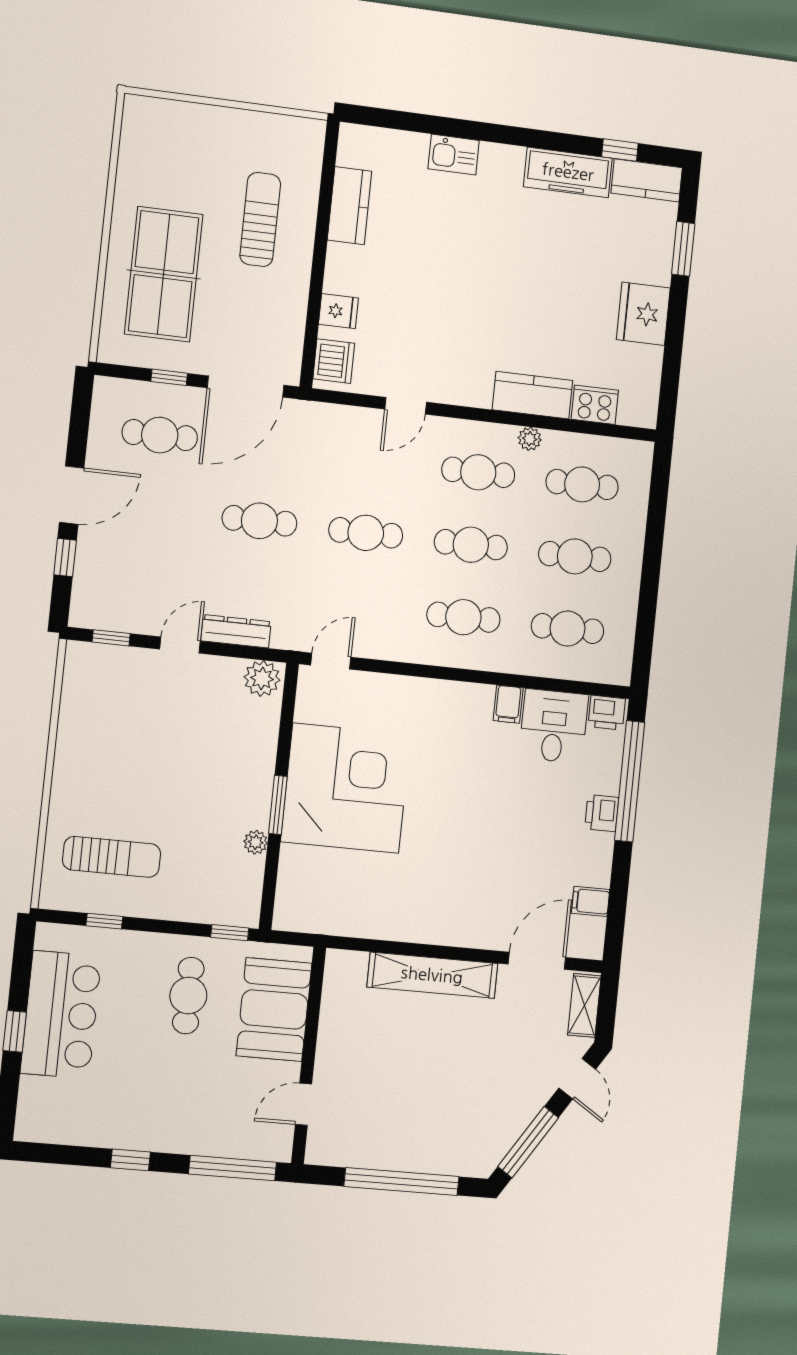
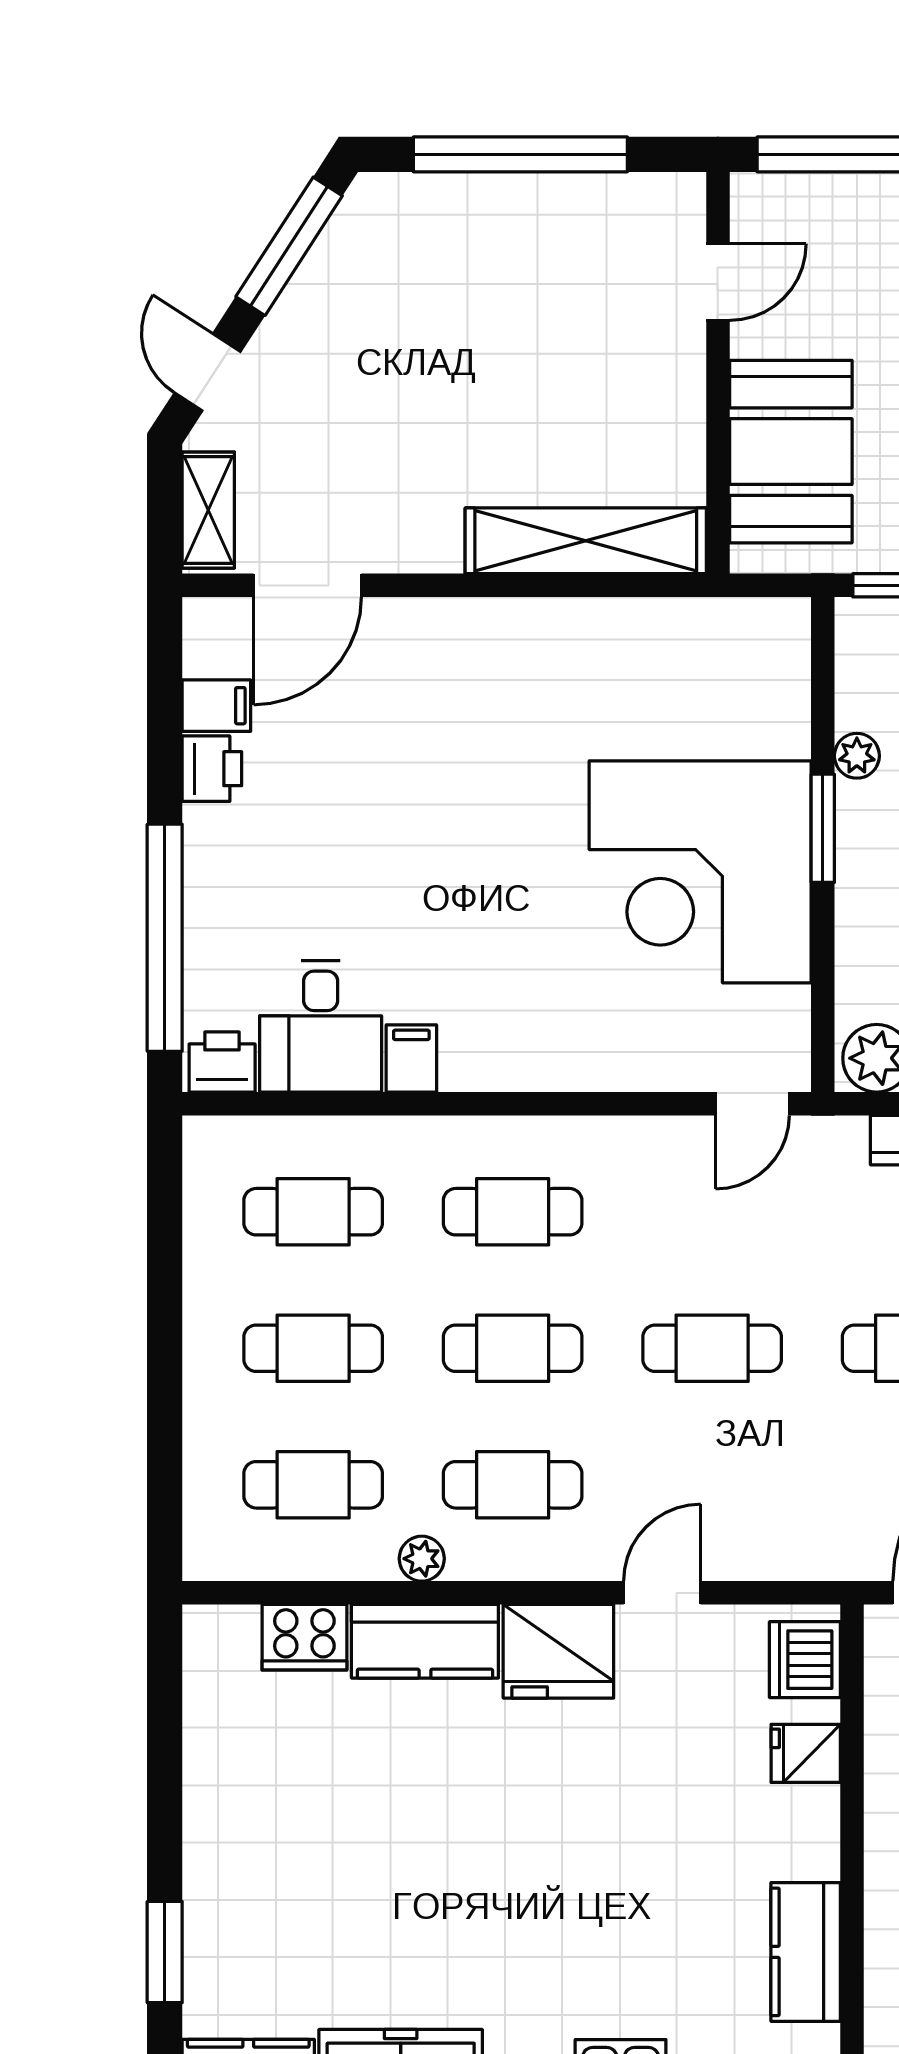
fridge: (643, 314) -> (558, 1651), moved, turned 90
printer: (602, 813) -> (212, 769), moved
shelving: (432, 975) -> (586, 541), moved

